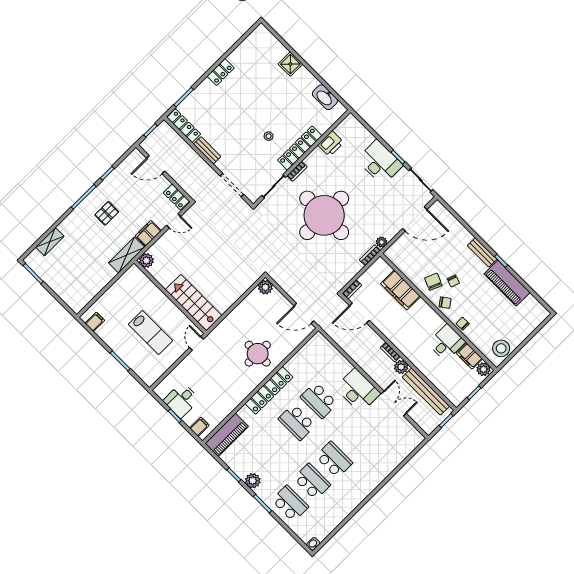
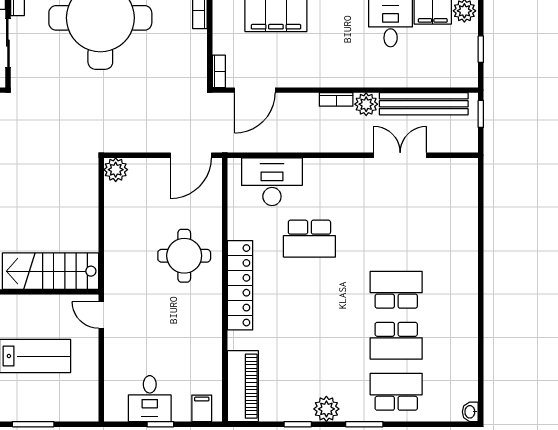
desk: (358, 390) -> (272, 182), moved
school desk: (297, 422) -> (309, 290), removed
school desk: (312, 482) -> (396, 341), turned 180

